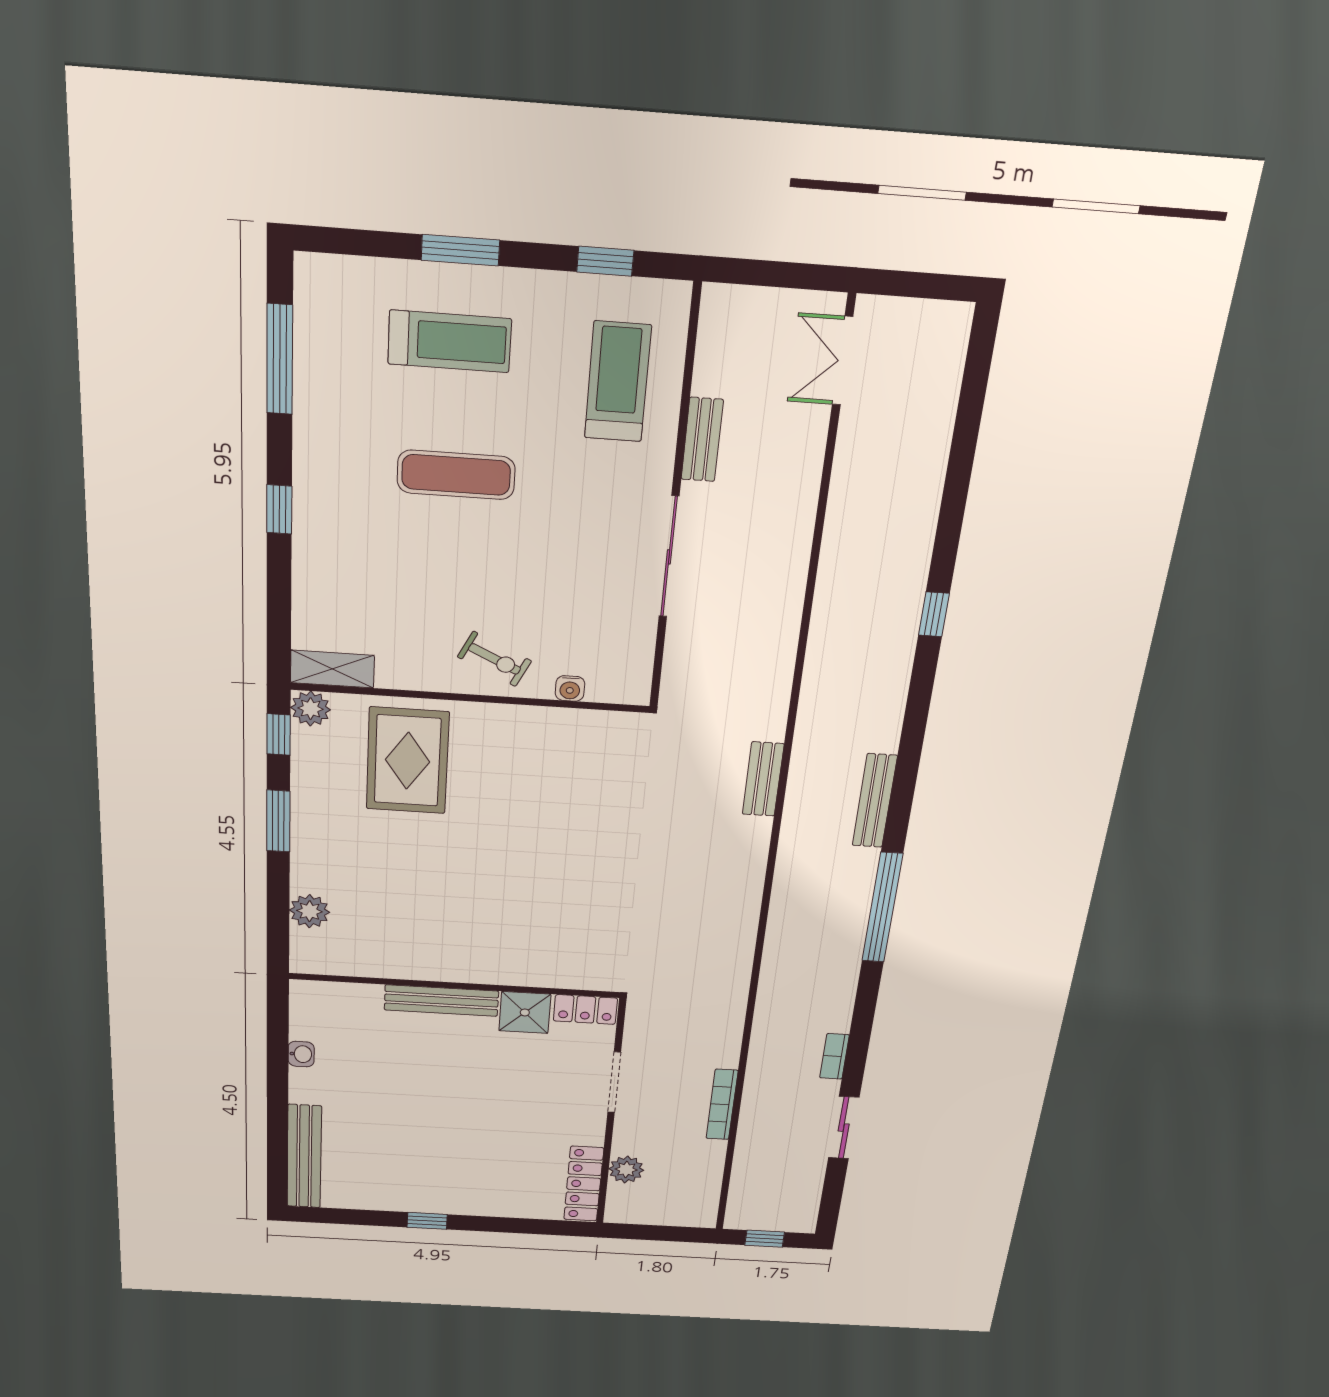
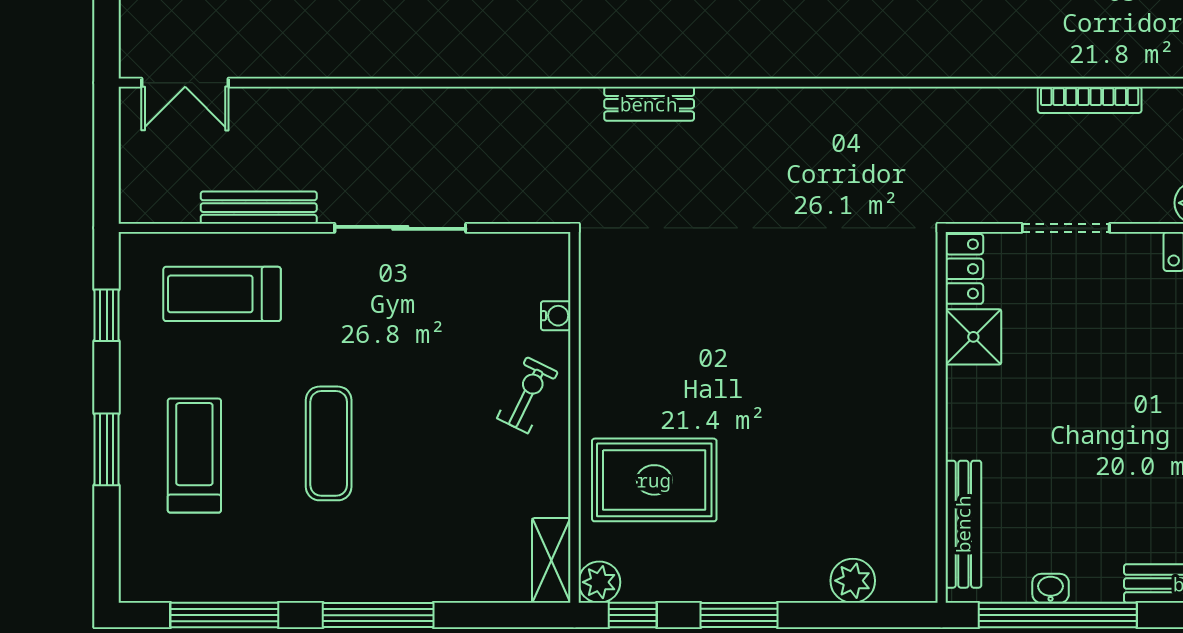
bench: (702, 440) -> (259, 208), width x1.36
window: (279, 509) -> (378, 615), width x2.17
bench: (441, 1001) -> (963, 524), moved
window: (278, 1058) -> (1058, 615), added

